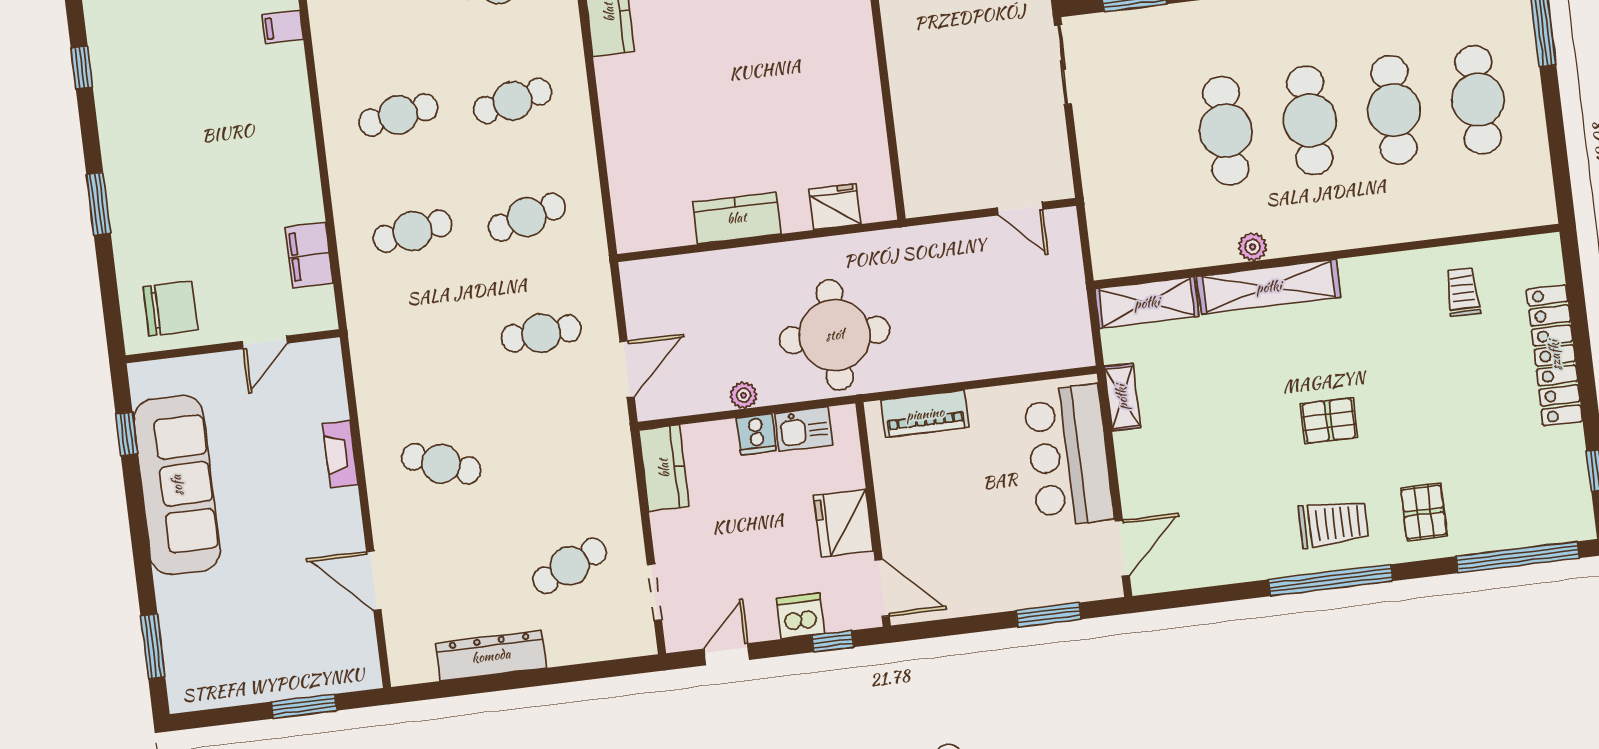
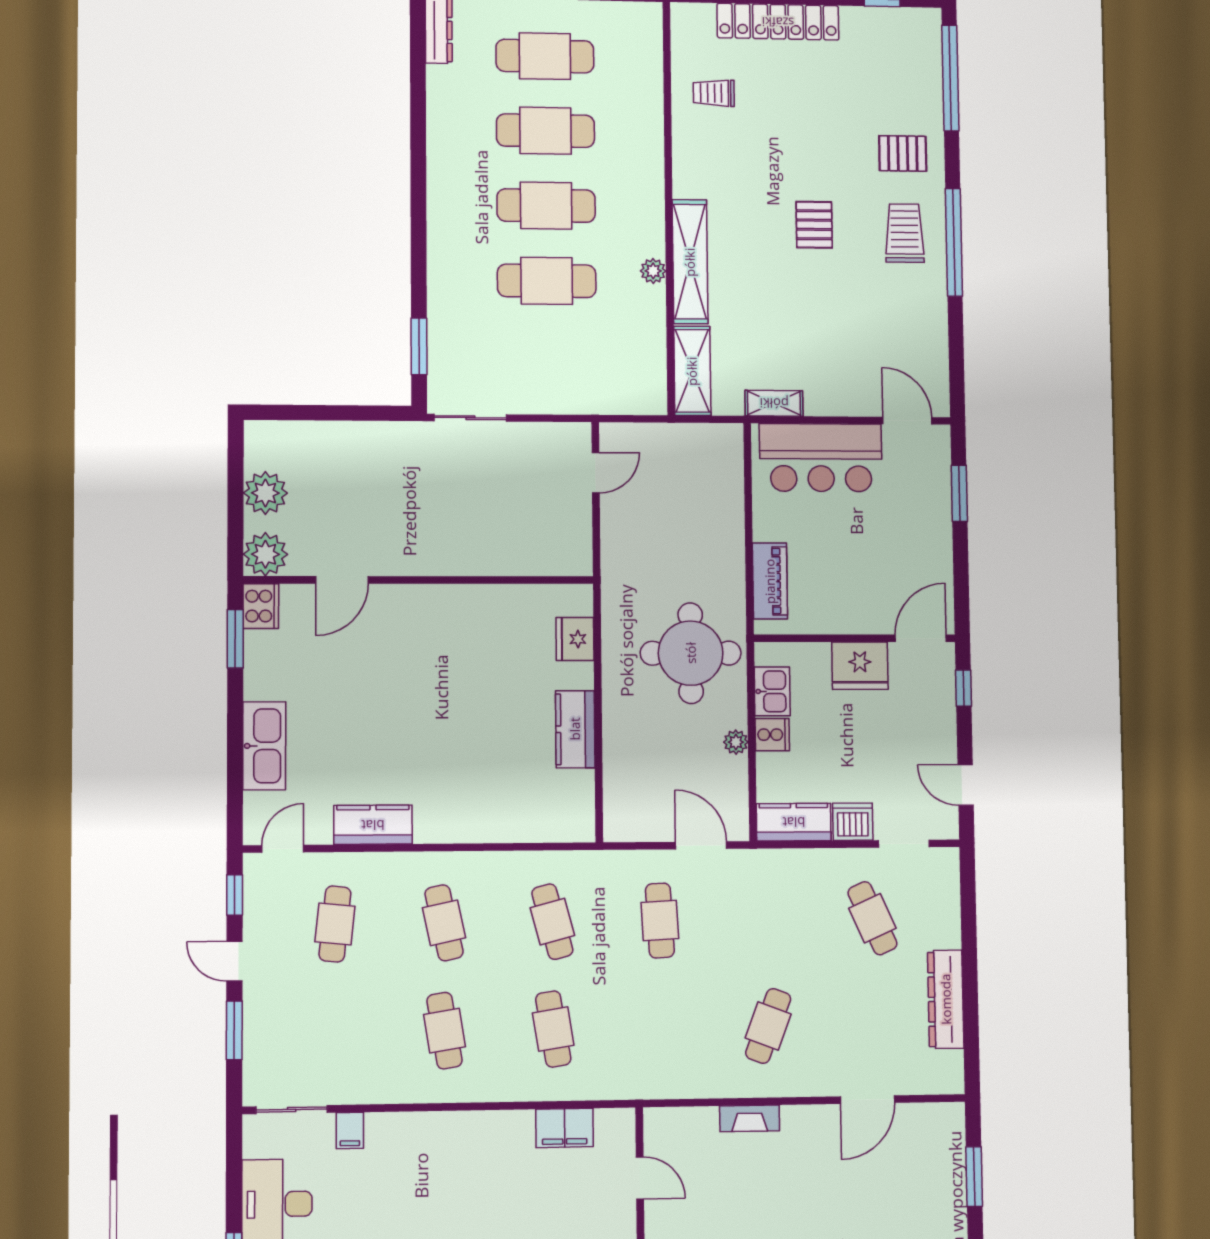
dishwasher: (800, 616) -> (853, 822), moved, turned 90

